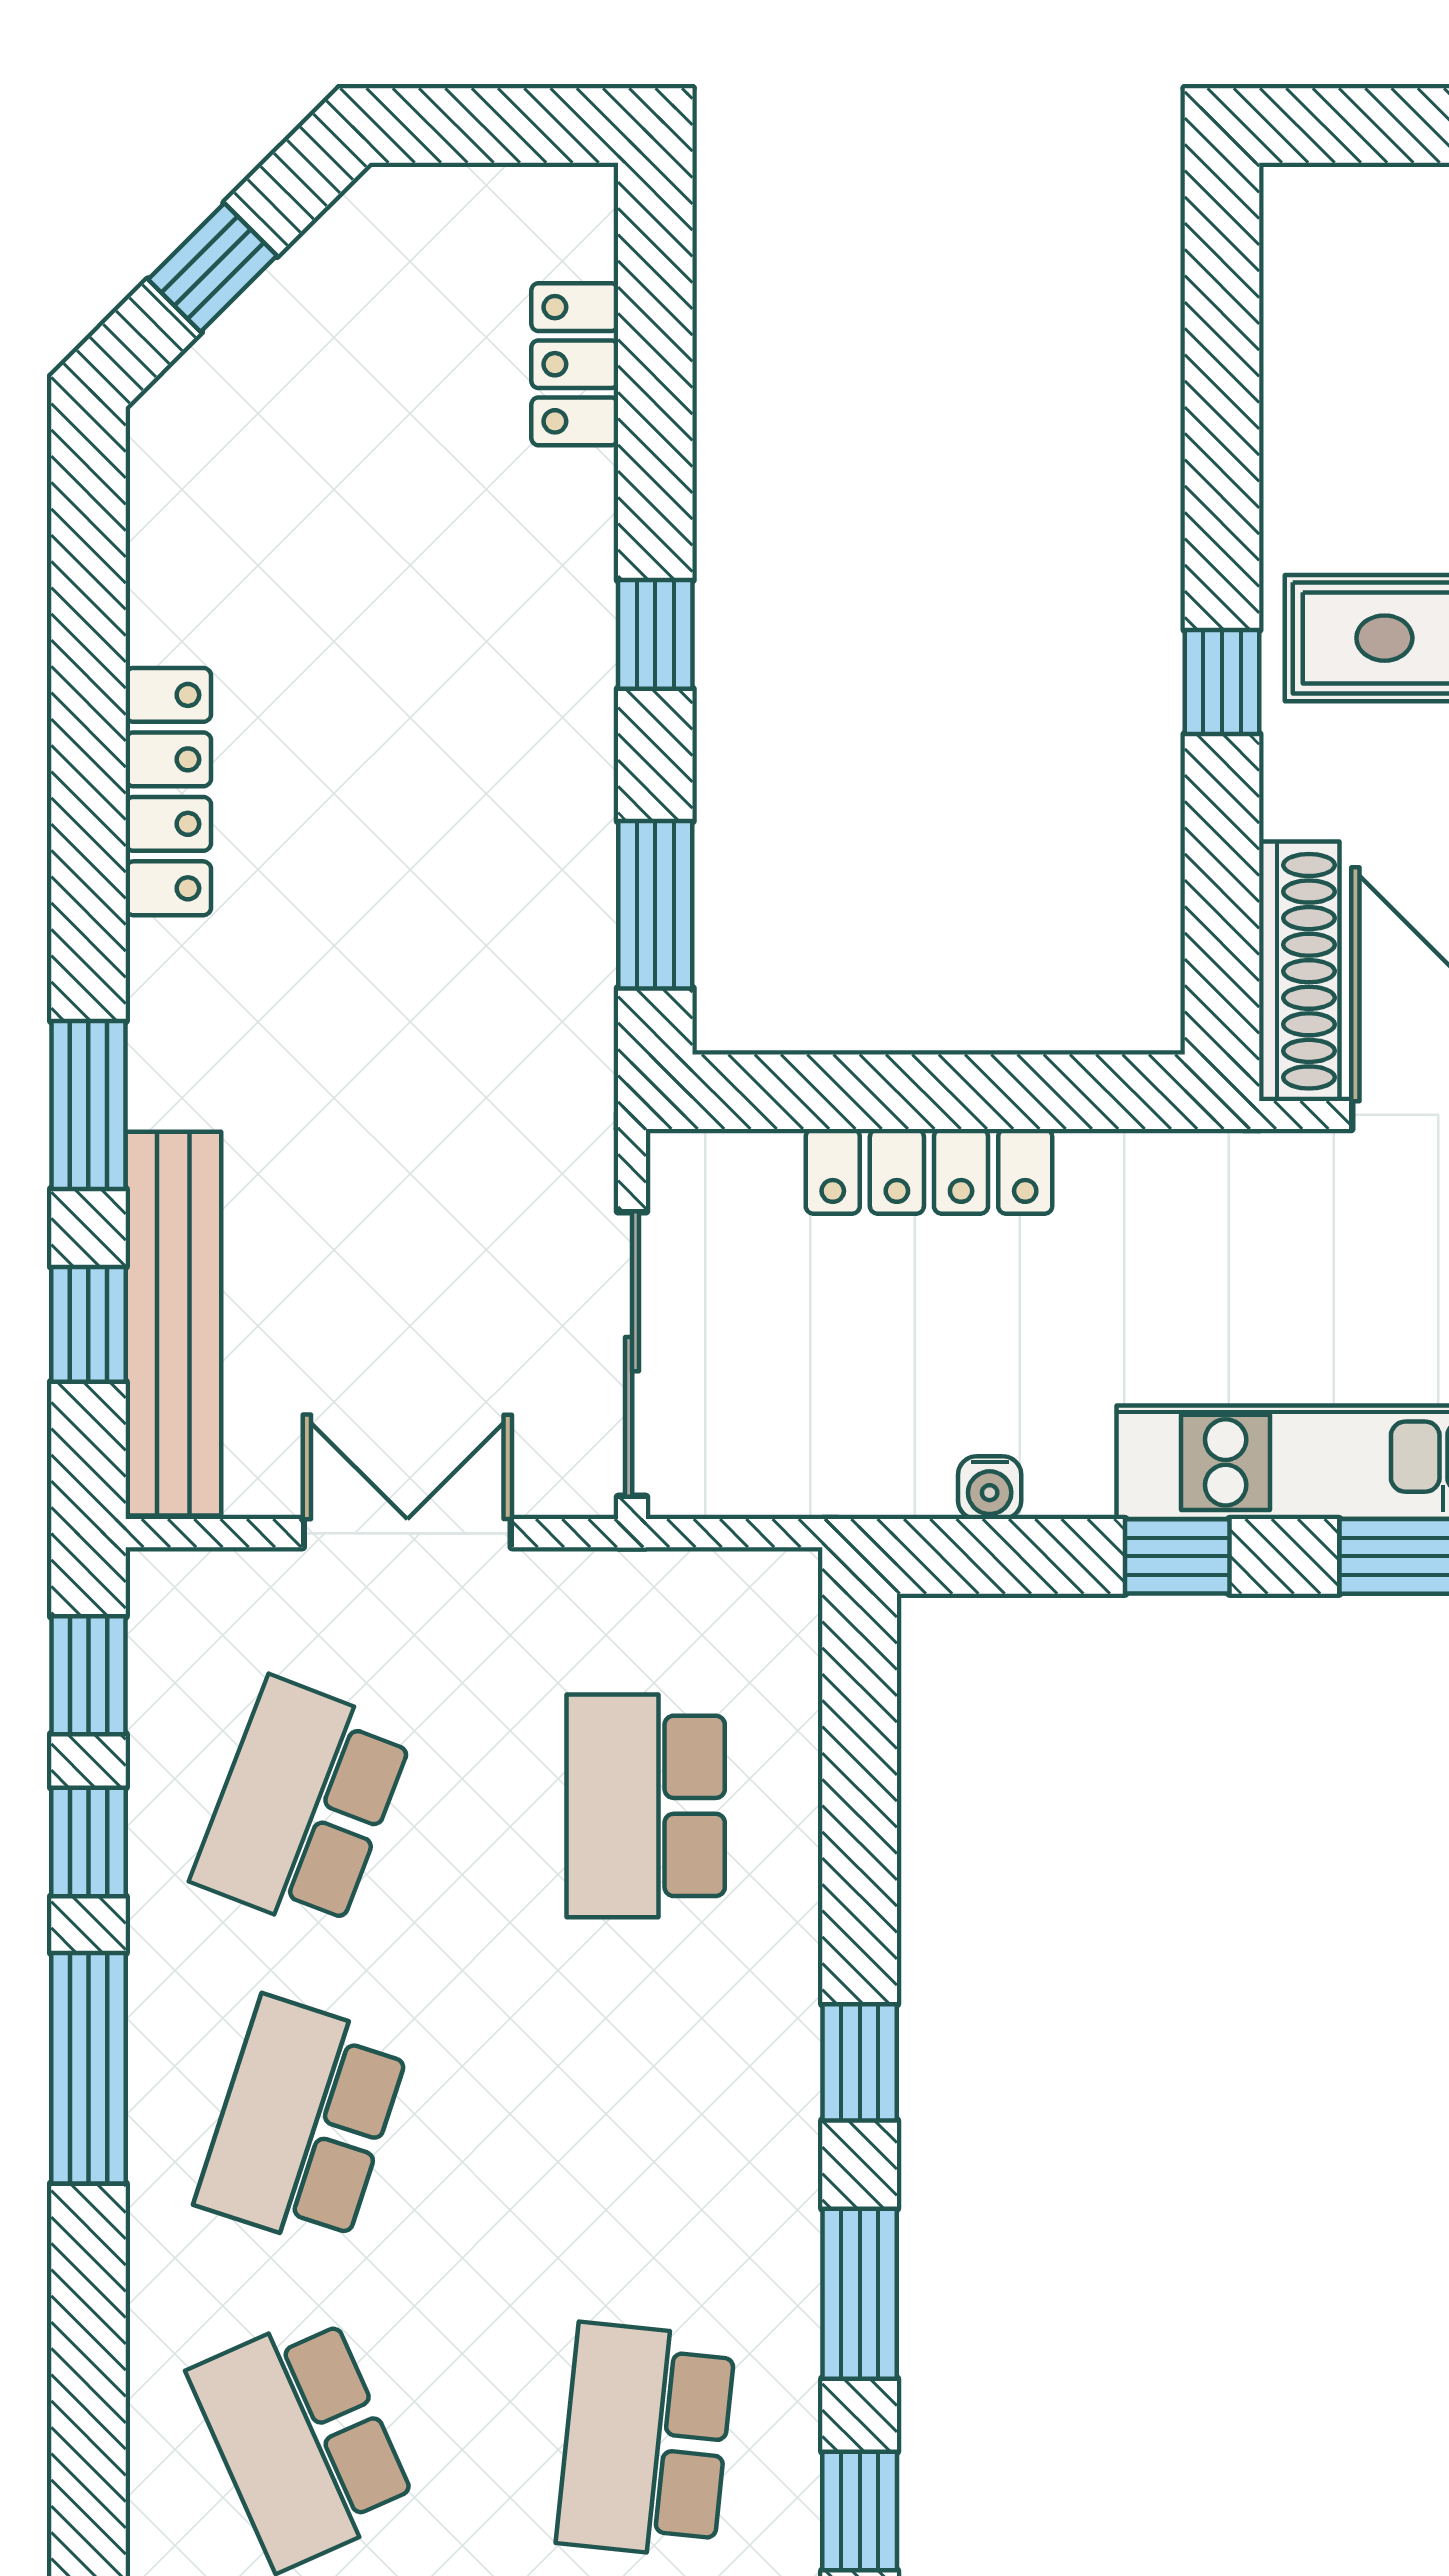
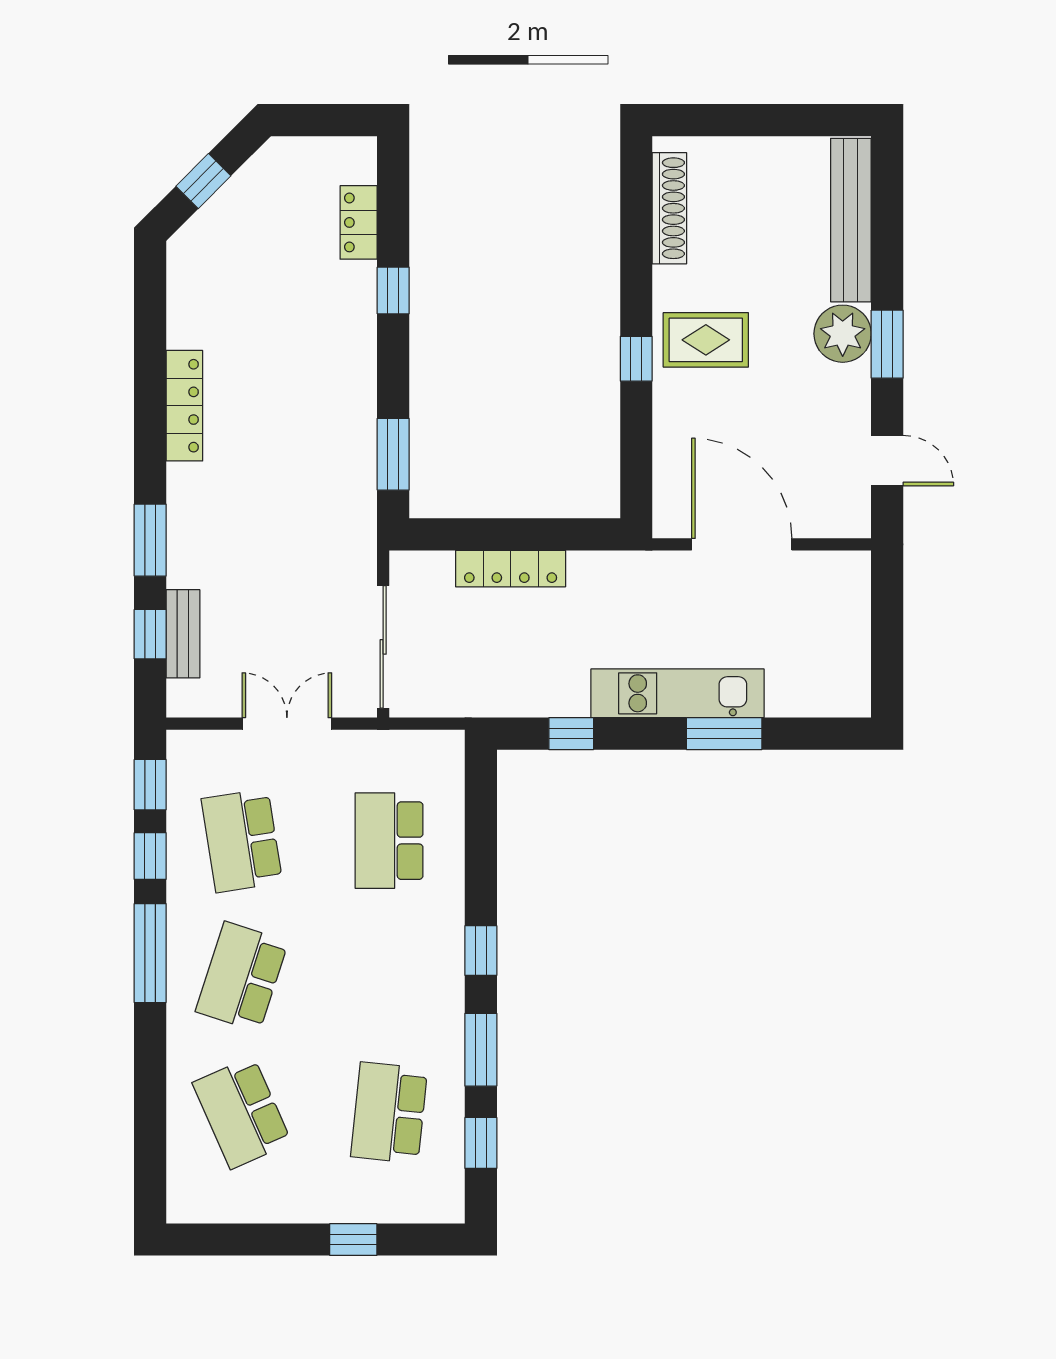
window: (655, 634) -> (393, 290), moved
shoe rack: (1299, 971) -> (669, 208), moved
bench: (173, 1324) -> (183, 634), width x0.54, depth x0.82
water cooler: (990, 1488) -> (537, 704), removed
window: (1177, 1556) -> (571, 734), moved
school desk: (302, 1806) -> (242, 841), turned -30

